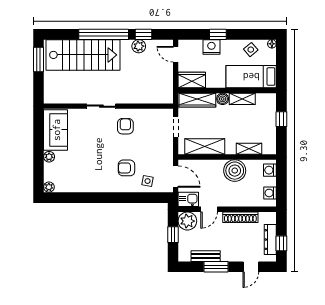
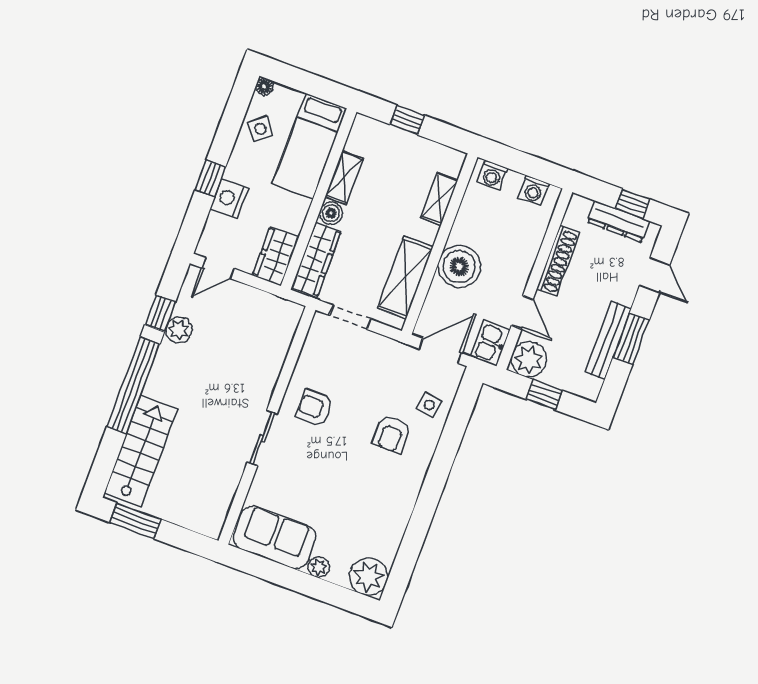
stairs: (83, 55) -> (141, 451), width x0.73, depth x0.66
boiler: (235, 171) -> (459, 266), moved
plant: (49, 187) -> (369, 577), width x1.88, depth x1.88
bench: (206, 256) -> (608, 340), width x1.36

